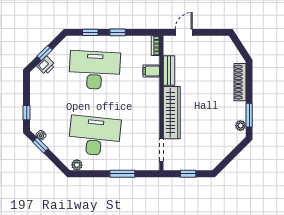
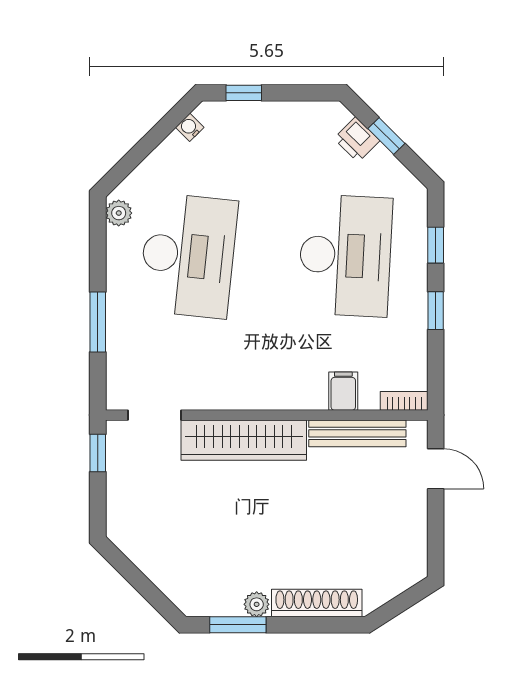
bench: (169, 71) -> (357, 433), width x1.36
plant: (240, 126) -> (257, 604), moved
window: (40, 145) -> (166, 126), removed
window: (188, 174) -> (98, 453), moved

